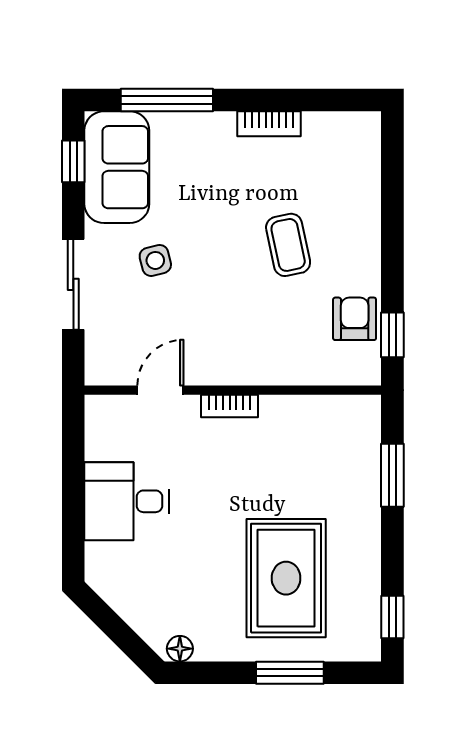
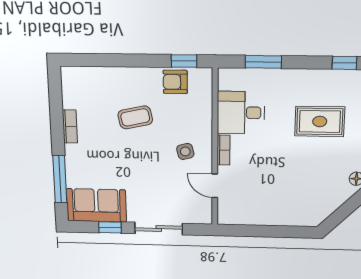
window: (73, 161) -> (110, 227), moved
side table: (155, 260) -> (185, 151), moved
desk: (127, 501) -> (241, 113), moved, turned 90
rug: (286, 578) -> (320, 121), width x0.73, depth x0.70

